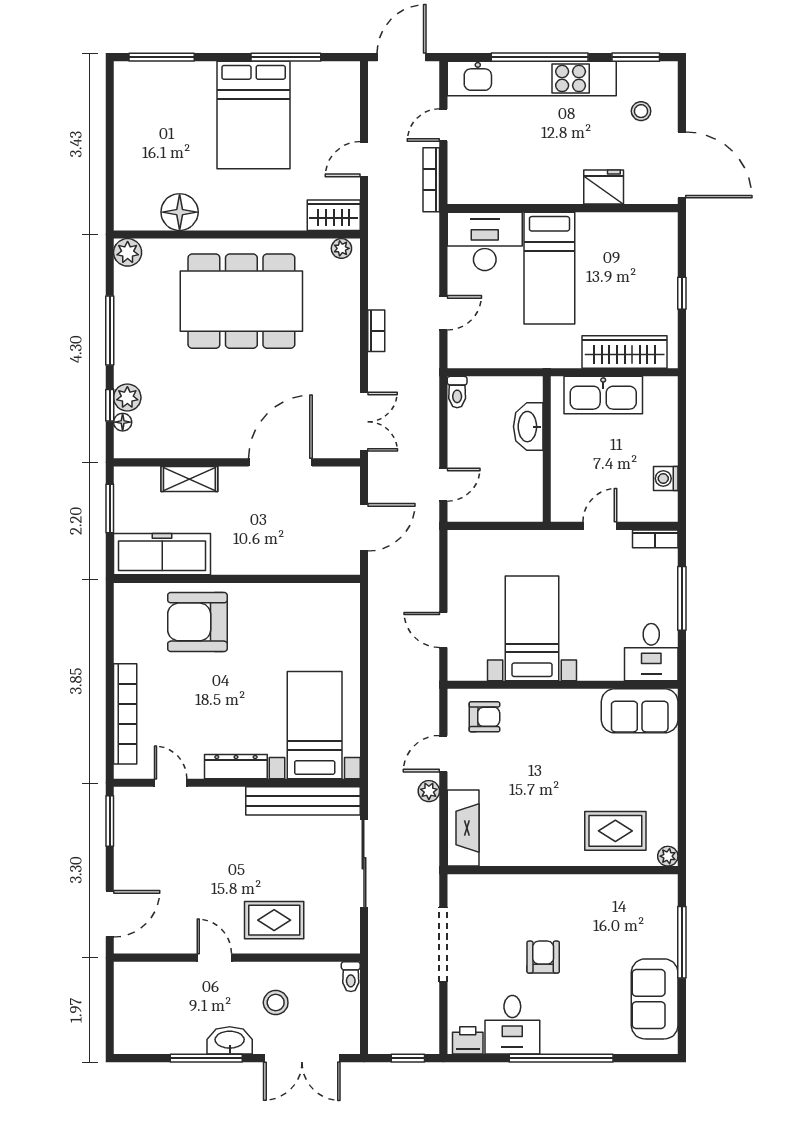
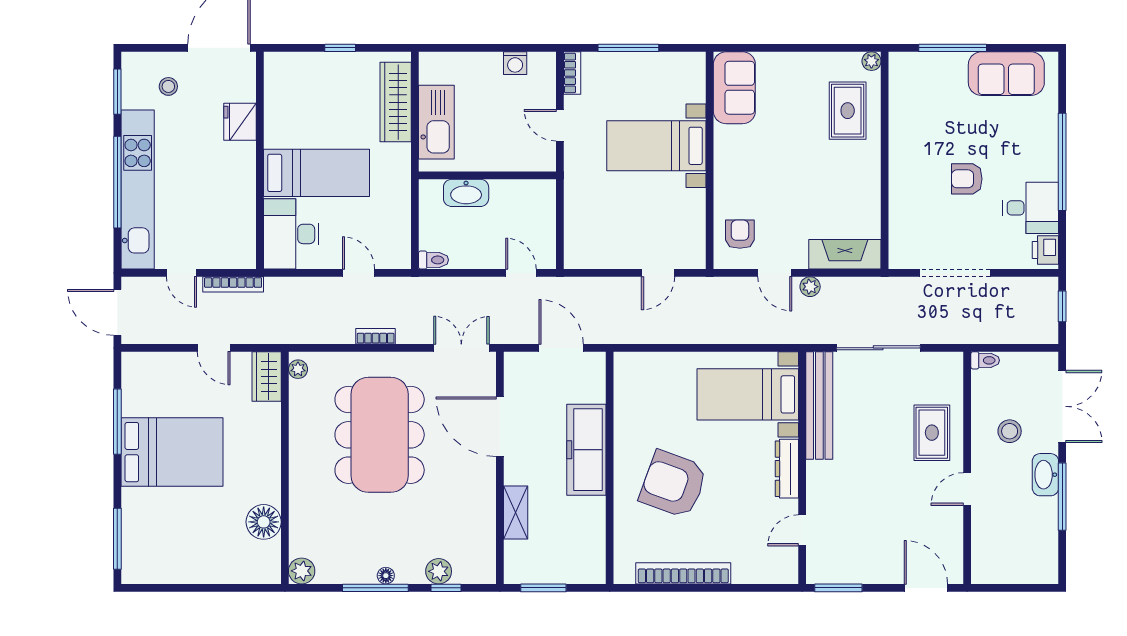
dining table: (241, 301) -> (380, 435), moved
floor lamp: (123, 422) -> (386, 576), moved
freezer: (162, 554) -> (586, 450), moved
armchair: (197, 622) -> (673, 484), moved, turned 110
bed with nightstands: (532, 628) -> (656, 146), moved
desk: (651, 652) -> (679, 77), removed
bookcase: (125, 714) -> (683, 573), moved

